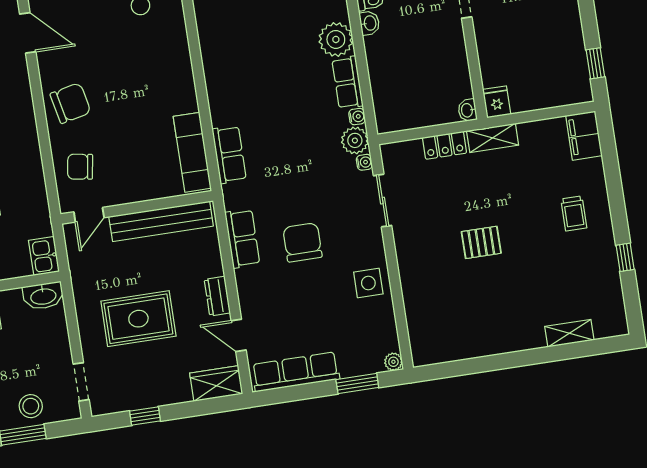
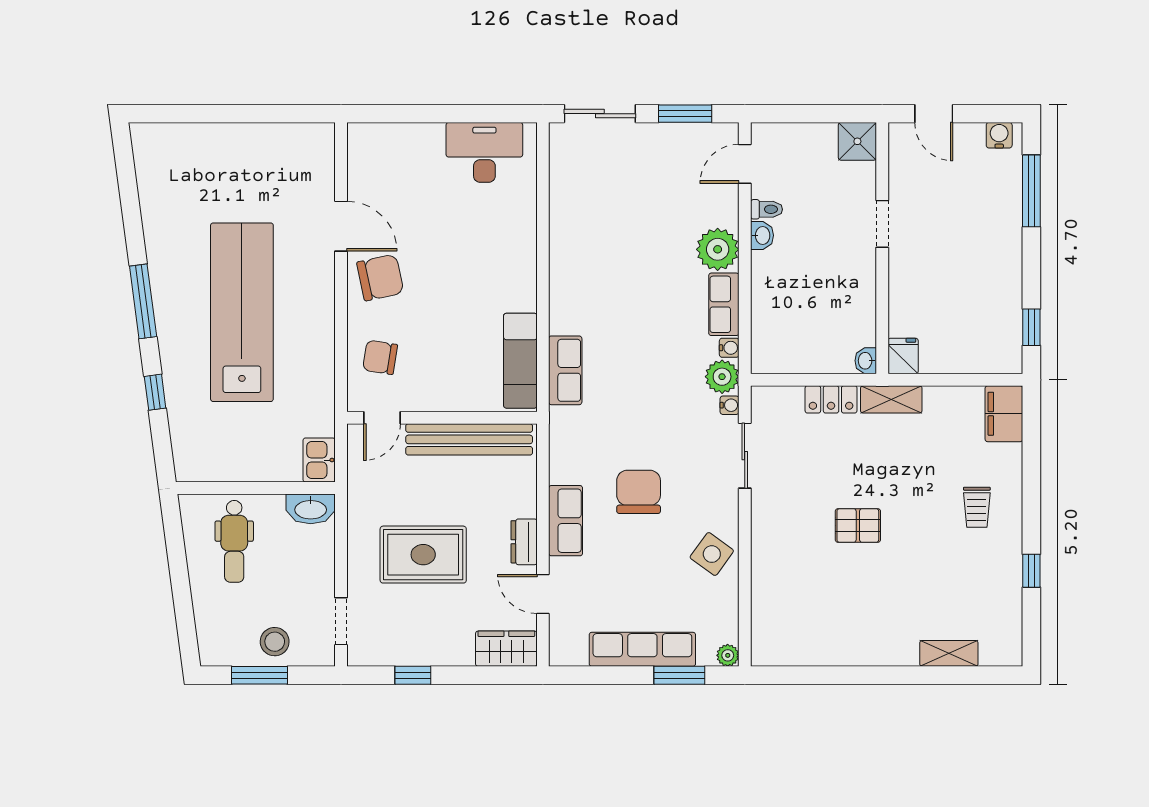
door: (28, 33) -> (341, 226), moved
row of seats: (242, 238) -> (566, 521), moved
side table: (368, 283) -> (712, 554), turned 36
row of seats: (296, 372) -> (642, 649), moved

